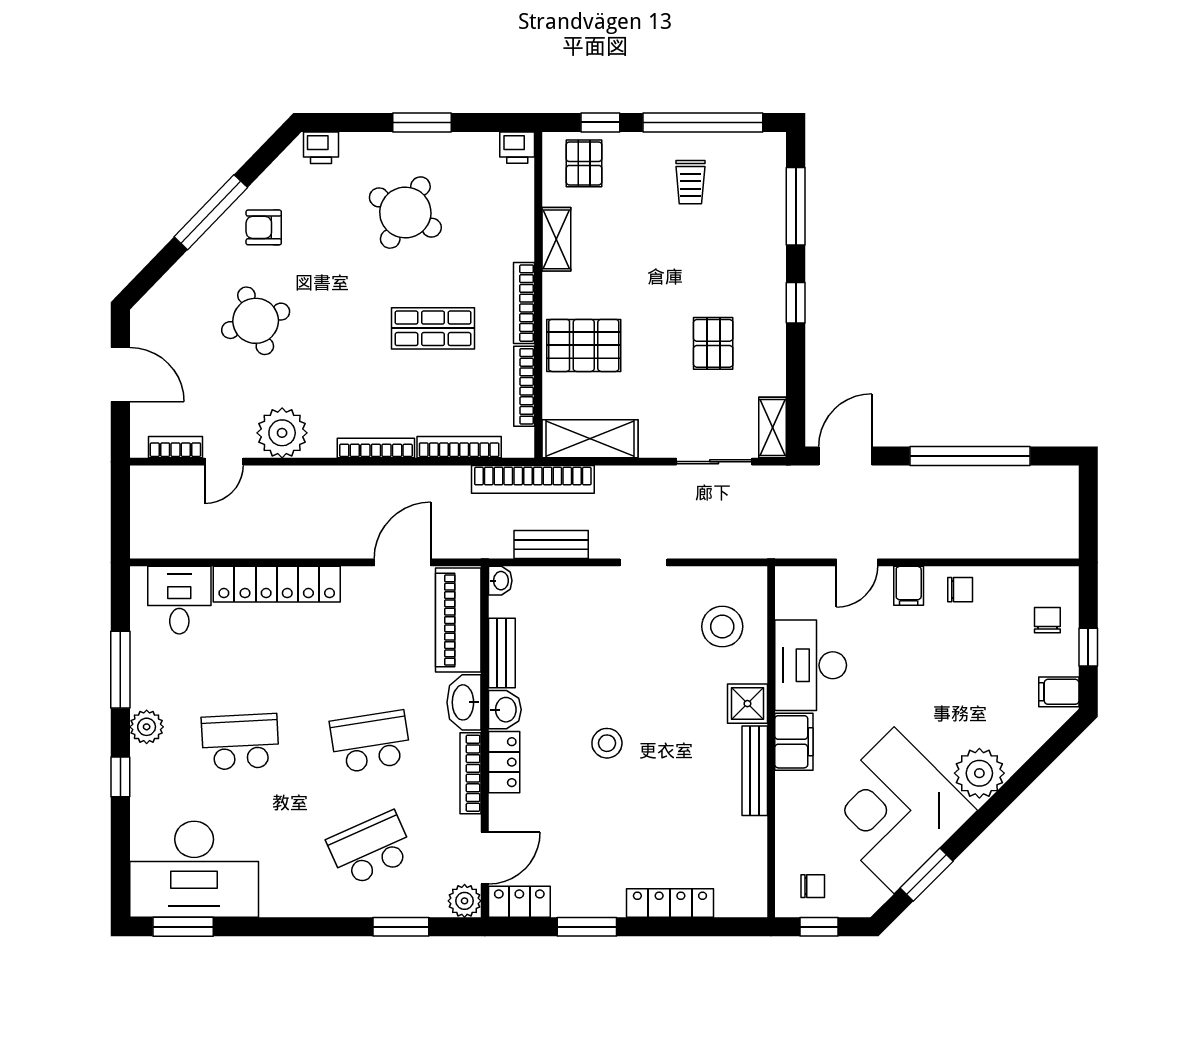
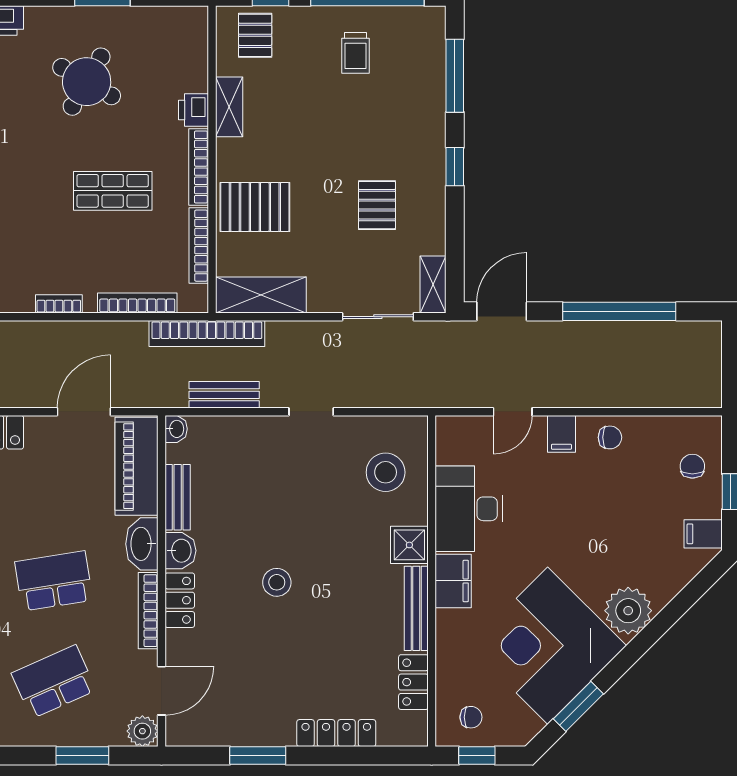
printer: (517, 148) -> (194, 110), moved, turned 90
bookcase: (376, 448) -> (59, 304), width x0.64
locker: (519, 902) -> (413, 682), moved, turned -90

